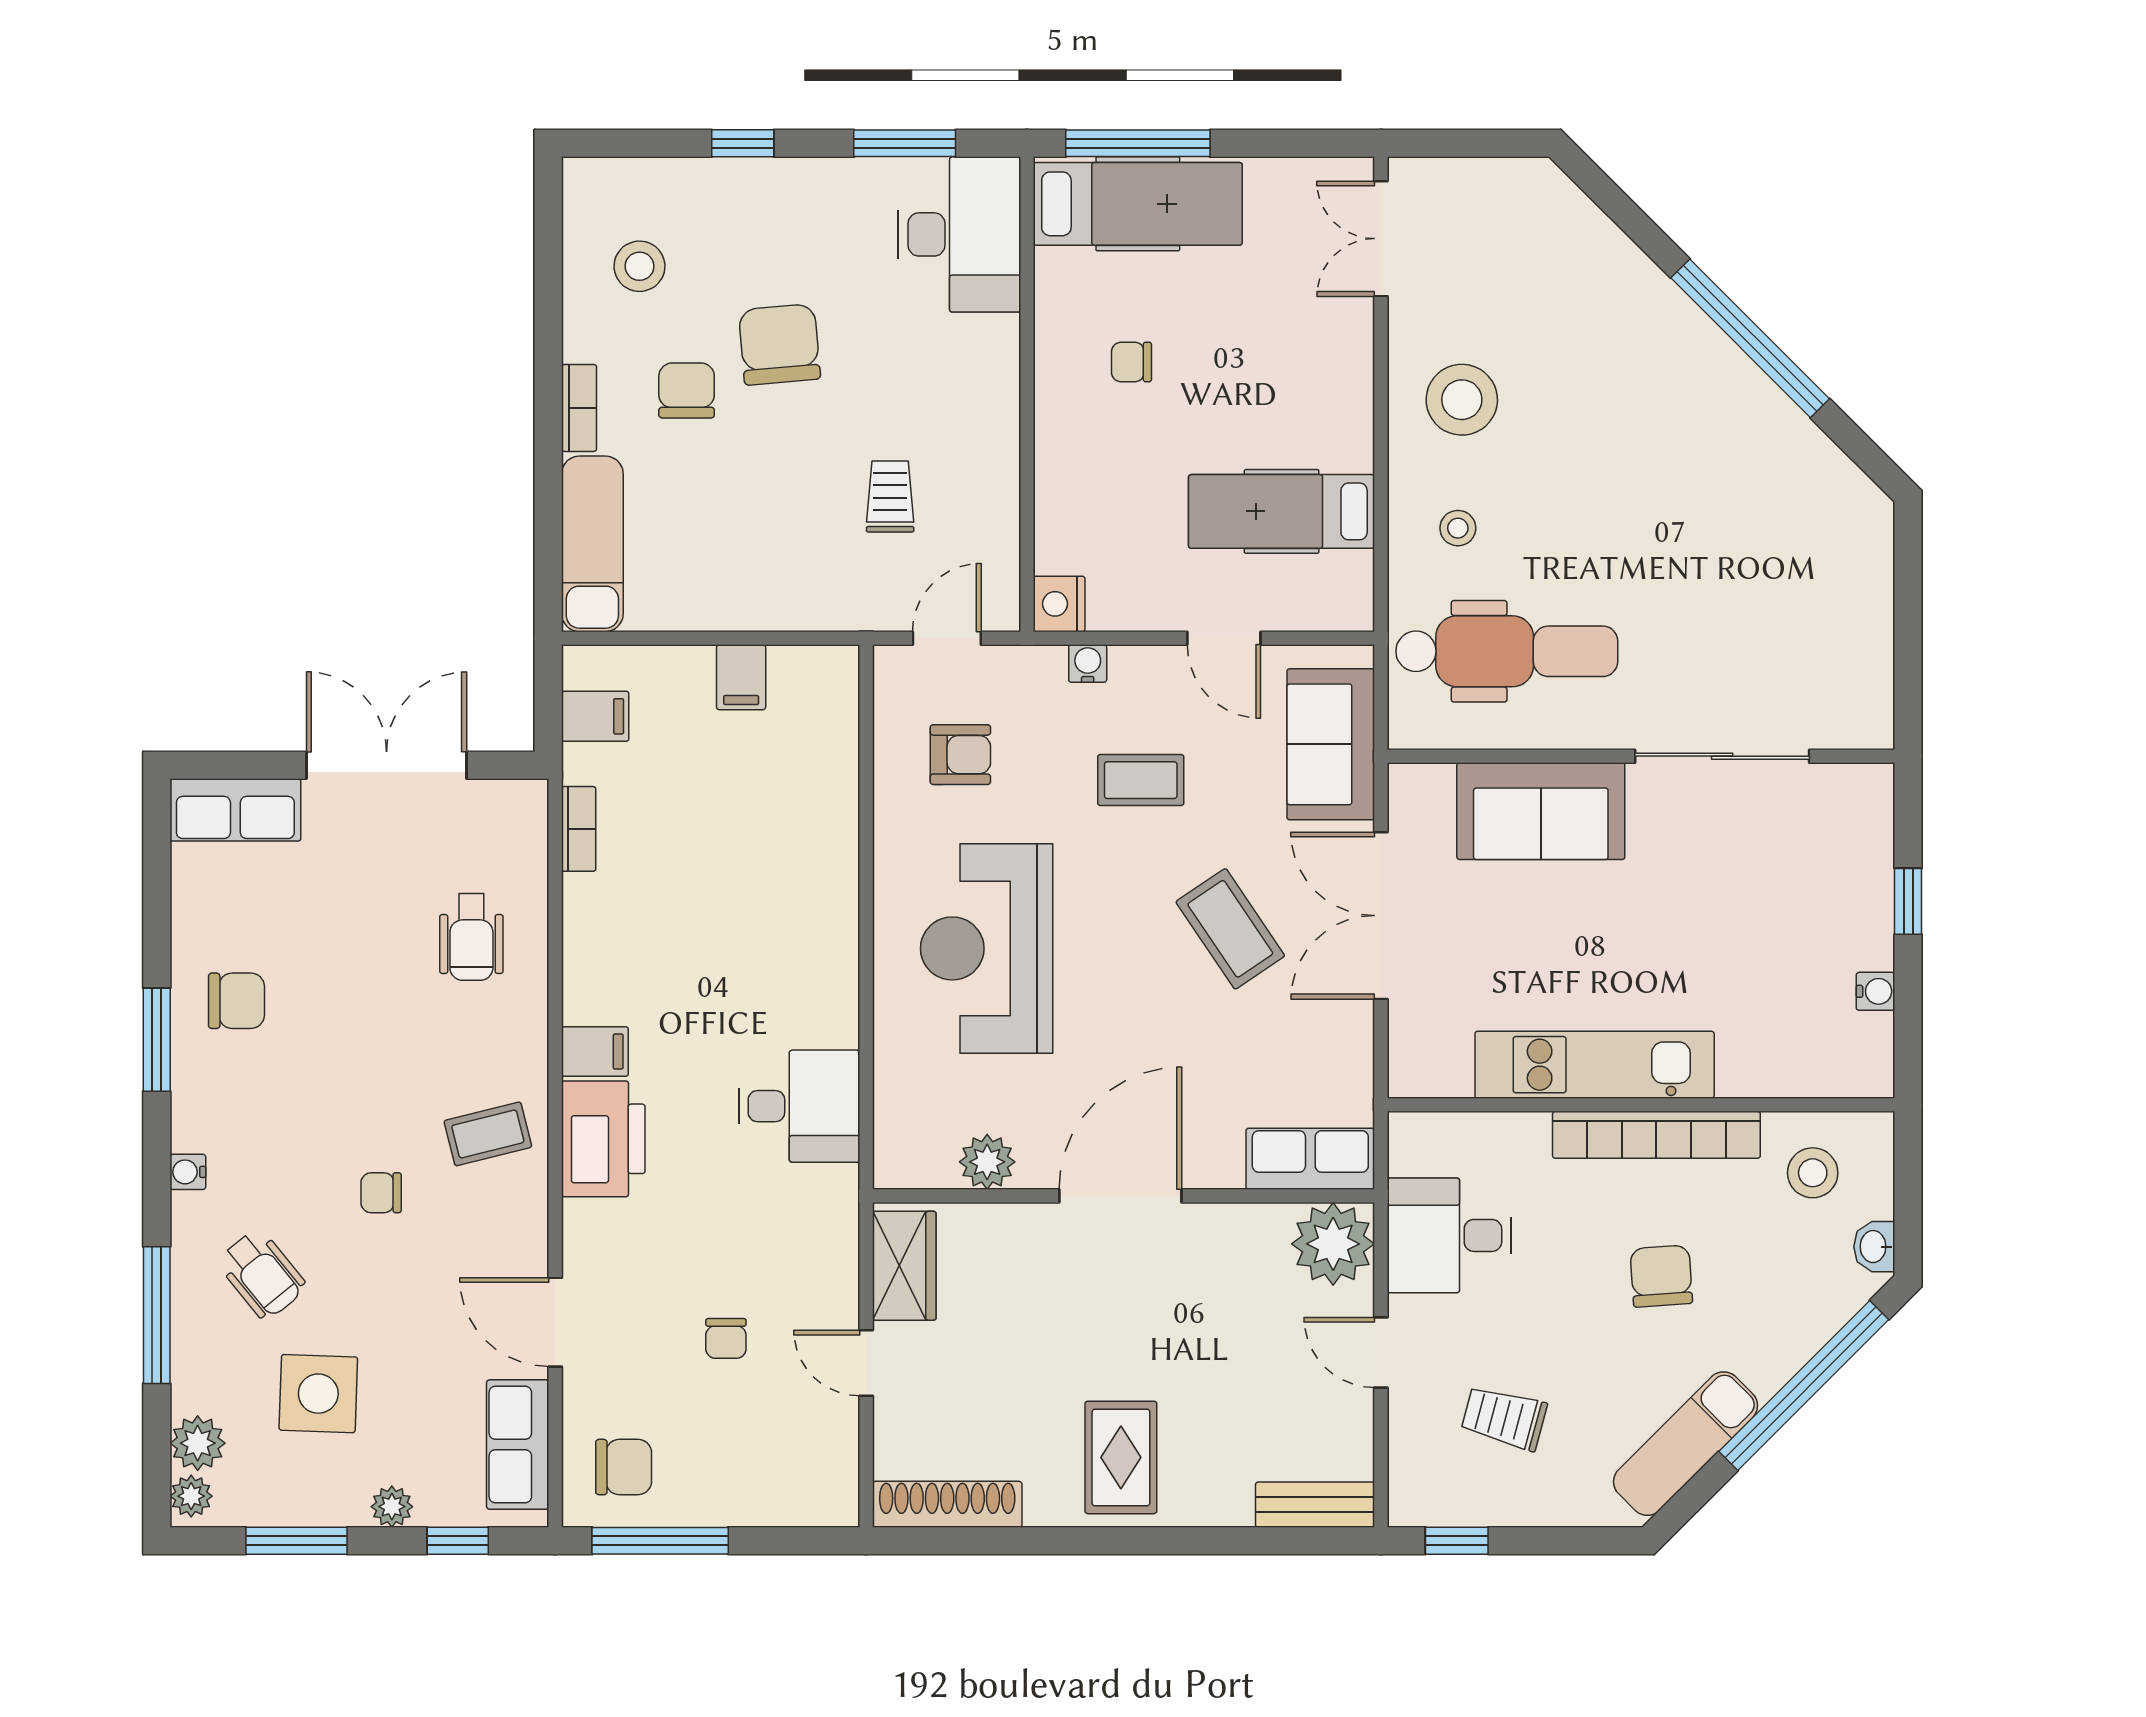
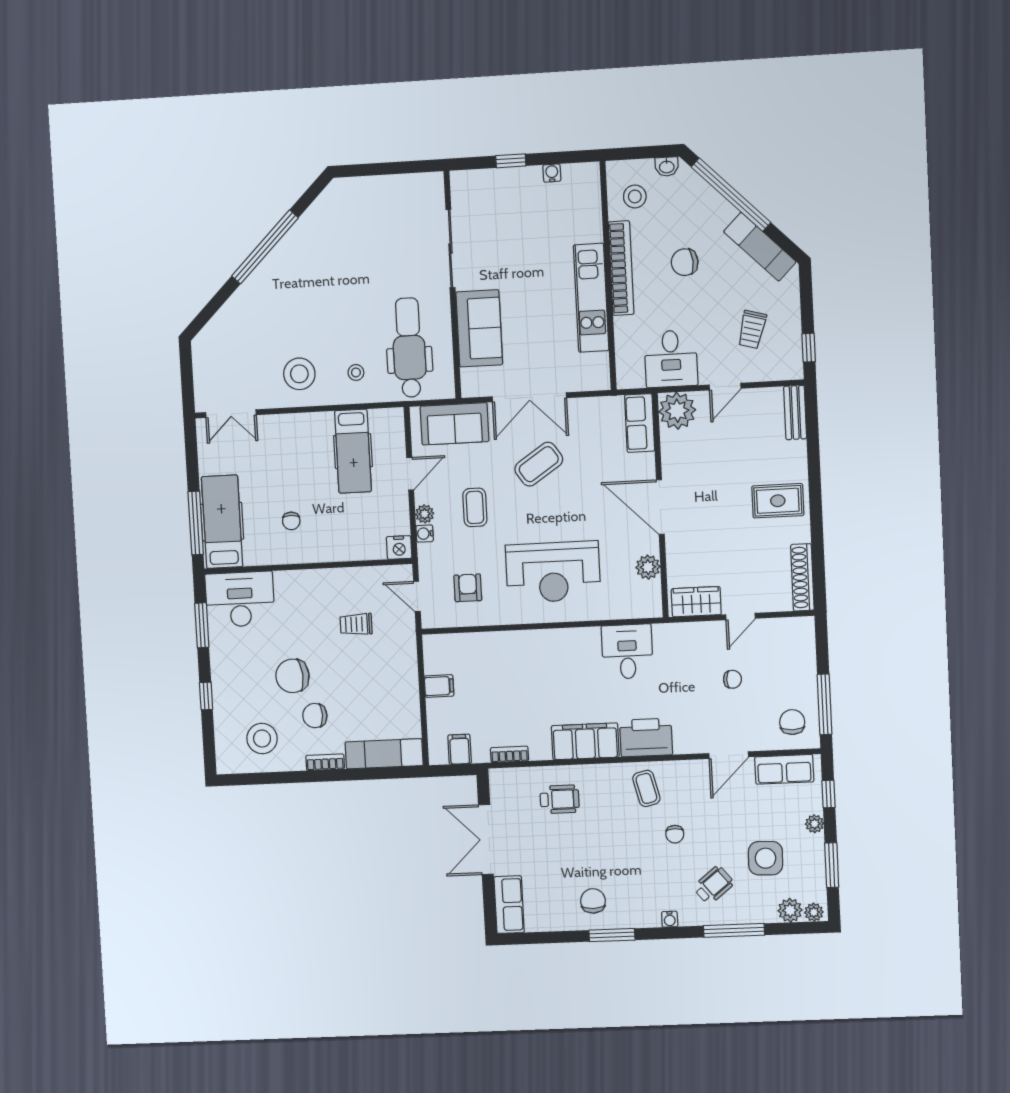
stool: (639, 266) -> (262, 739), width x1.38, depth x1.38
plant: (1132, 666) -> (425, 514), added
filing cabinet: (595, 1051) -> (585, 741), width x3.00, depth x1.17

